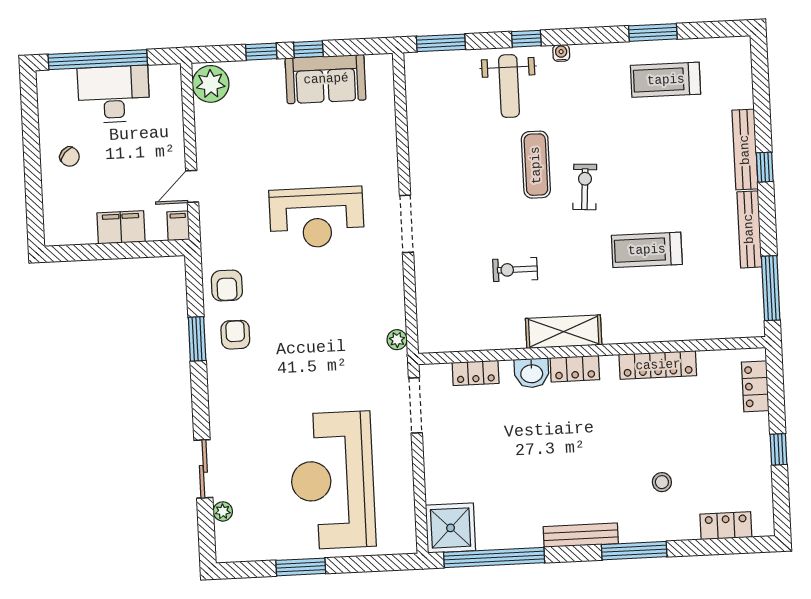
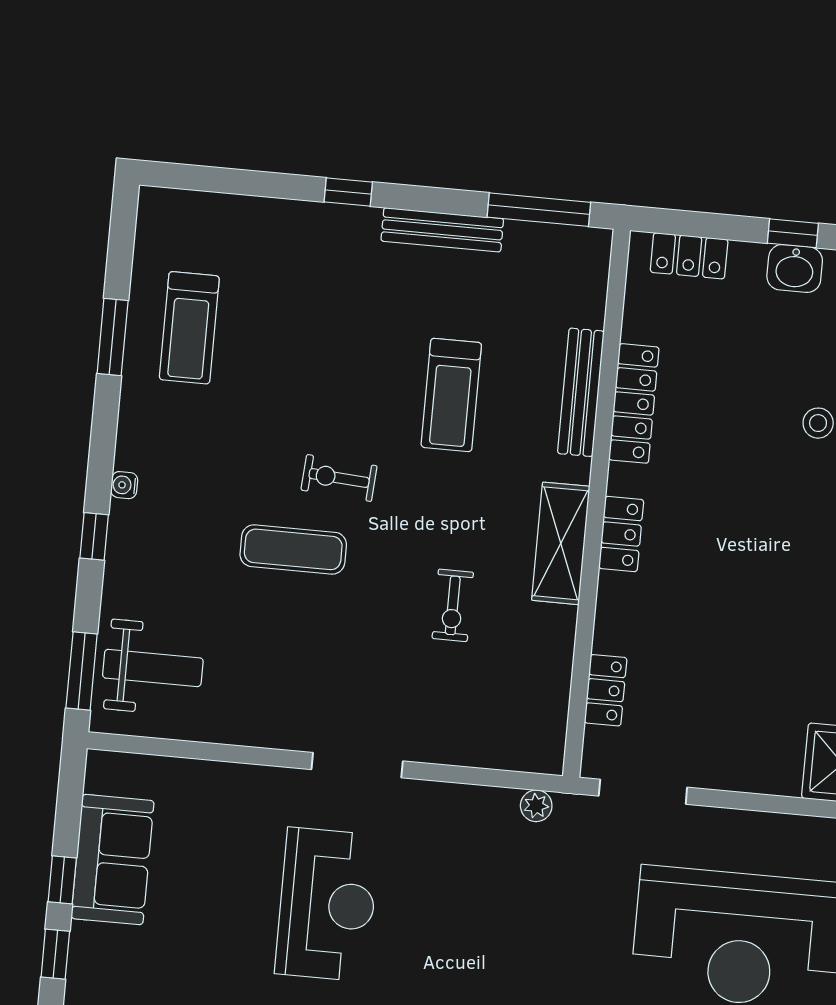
weight bench: (509, 86) -> (153, 668), moved
bench: (745, 150) -> (581, 392), moved, turned 90
washbasin: (532, 373) -> (795, 268), moved, turned 90

